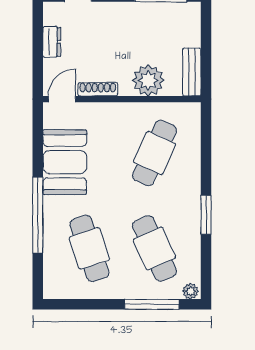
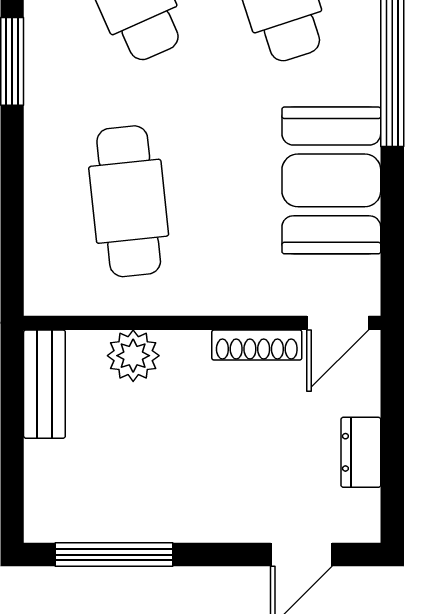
plant: (148, 80) -> (133, 356), width x0.73, depth x0.73
cafe table: (154, 153) -> (129, 201), turned -30

